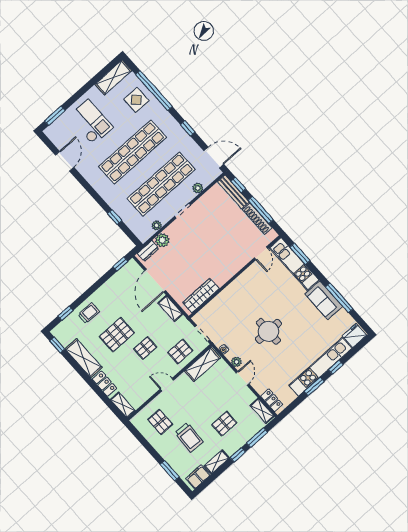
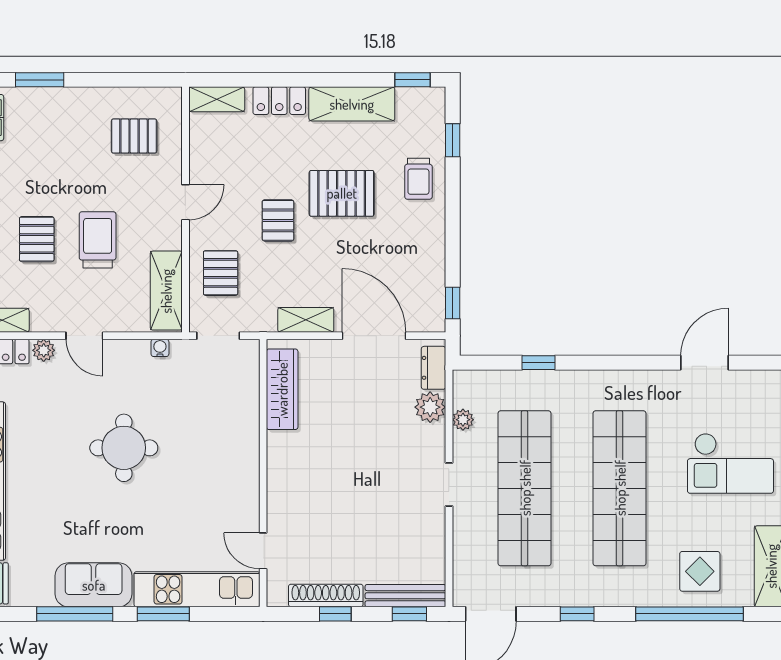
door: (65, 161) -> (705, 363), swing flipped
plant: (198, 188) -> (464, 542), removed
window: (261, 210) -> (335, 614), width x0.46
window: (300, 254) -> (163, 614), moved
pallet: (117, 335) -> (342, 193), turned 90
plant: (236, 362) -> (44, 350), moved
trolley: (189, 437) -> (98, 240), moved, turned 87

